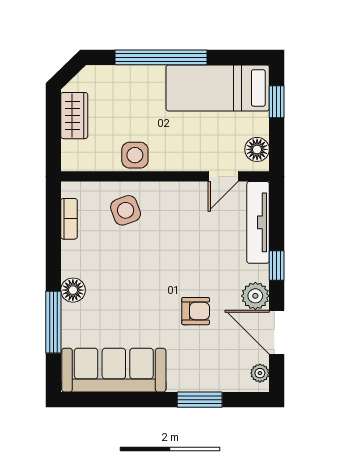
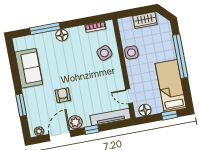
armchair: (196, 311) -> (63, 95), turned 180
sofa: (114, 370) -> (29, 68), width x0.73

